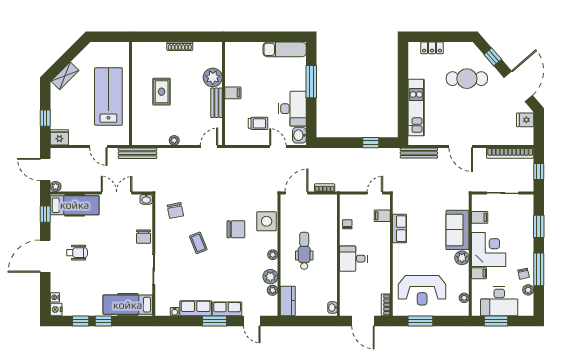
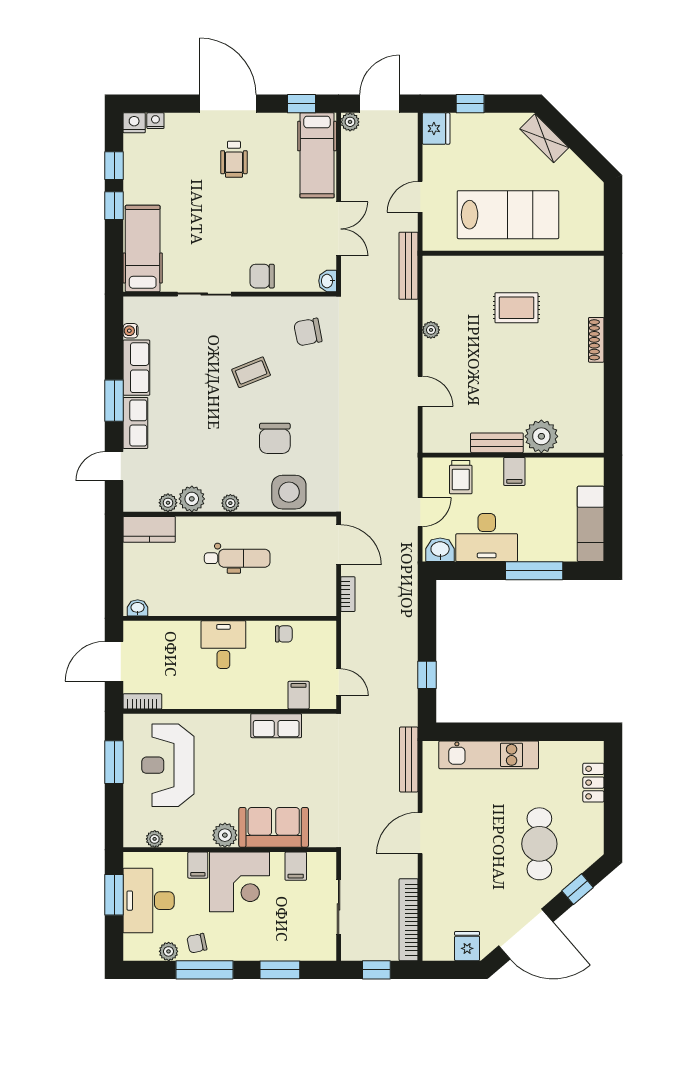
plant: (213, 77) -> (541, 436), moved
filing cabinet: (233, 93) -> (514, 471), moved
wall: (223, 94) -> (513, 455), moved
bench: (216, 103) -> (497, 443), moved

